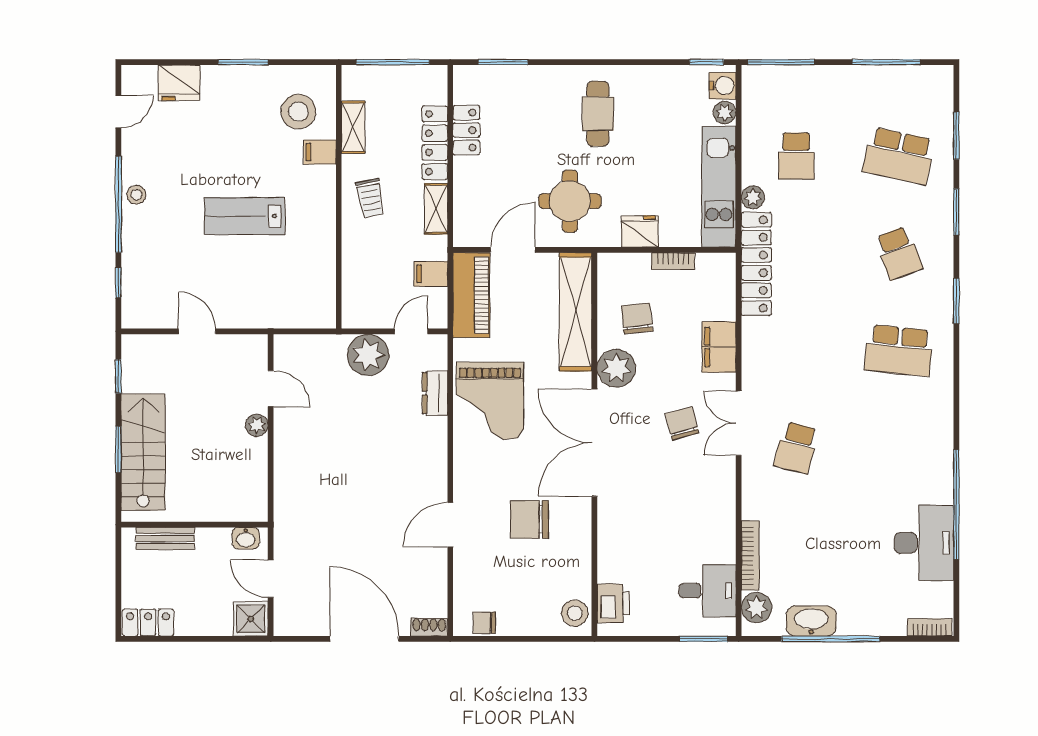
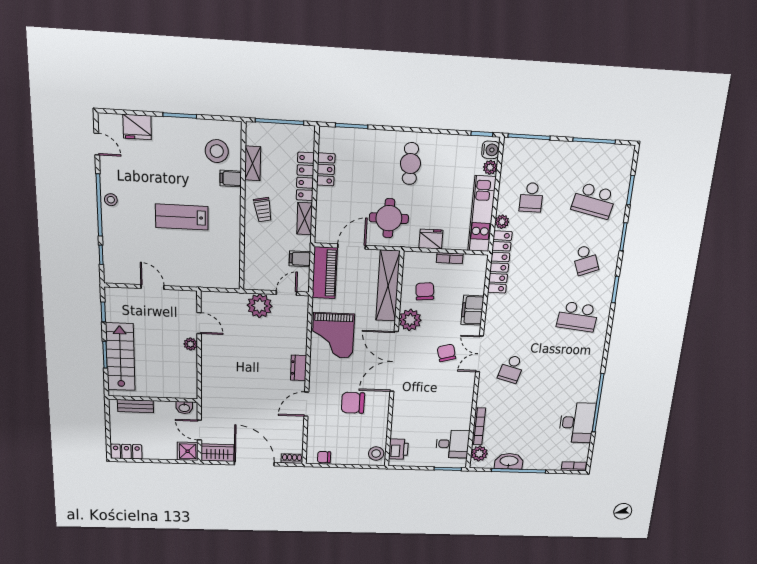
door: (118, 111) -> (97, 144), hinge flipped
dresser: (435, 393) -> (299, 368), moved
wardrobe: (301, 620) -> (217, 453), added

